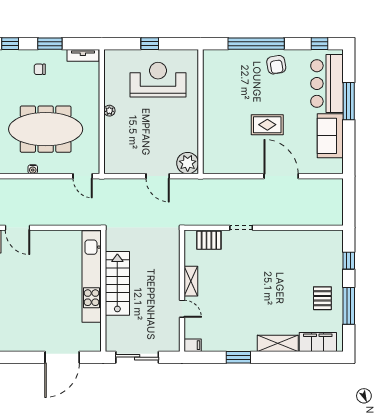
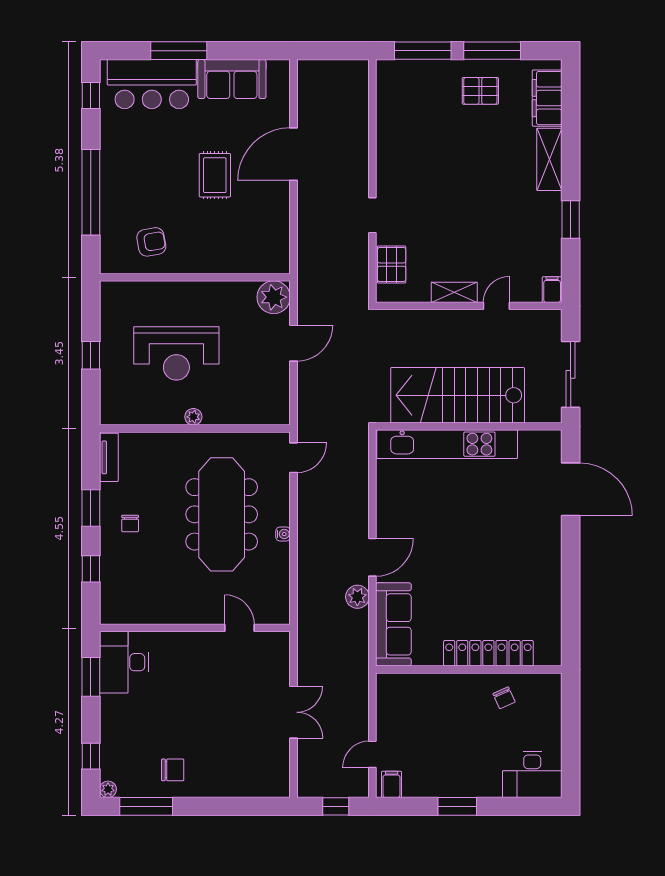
armchair: (276, 65) -> (151, 242), moved
reception desk: (158, 80) -> (176, 353), moved, turned -90
window: (349, 261) -> (423, 51), width x2.17
stairs: (117, 283) -> (458, 395), width x1.36, depth x1.51

